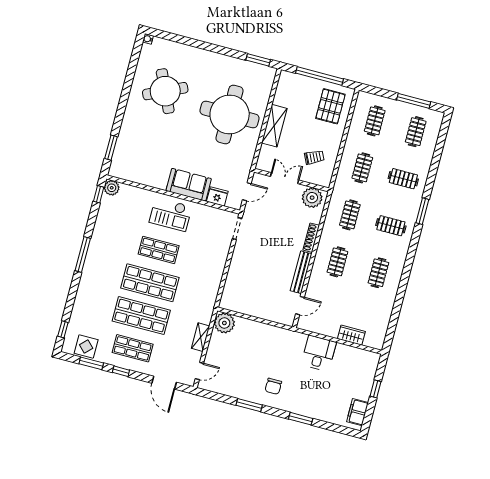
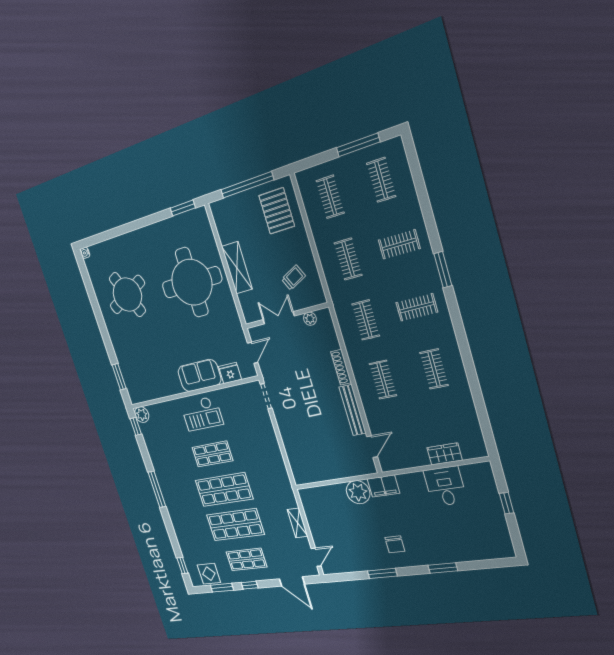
plant: (312, 198) -> (310, 319), width x0.53, depth x0.53
plant: (224, 323) -> (358, 492), moved
desk: (319, 353) -> (445, 486), moved
filing cabinet: (357, 412) -> (383, 486), moved, turned -90

